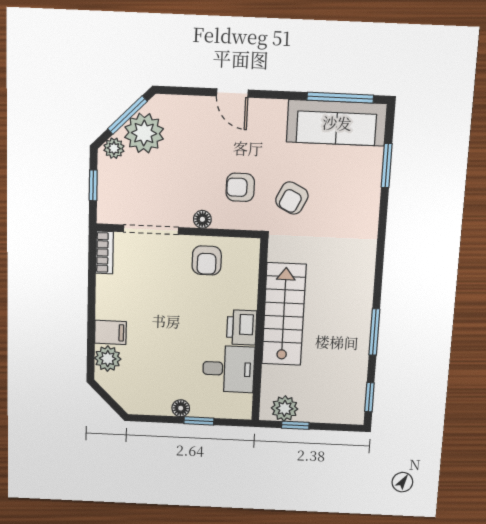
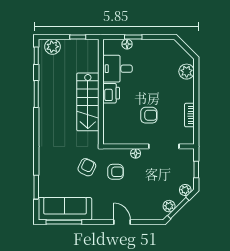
plant: (144, 133) -> (169, 206), width x0.53, depth x0.53
bookcase: (104, 253) -> (189, 115), moved
armchair: (207, 260) -> (149, 115), moved, turned 90
filing cabinet: (110, 332) -> (185, 87), removed
floor lamp: (181, 408) -> (127, 44), moved
plant: (285, 408) -> (52, 47), moved

